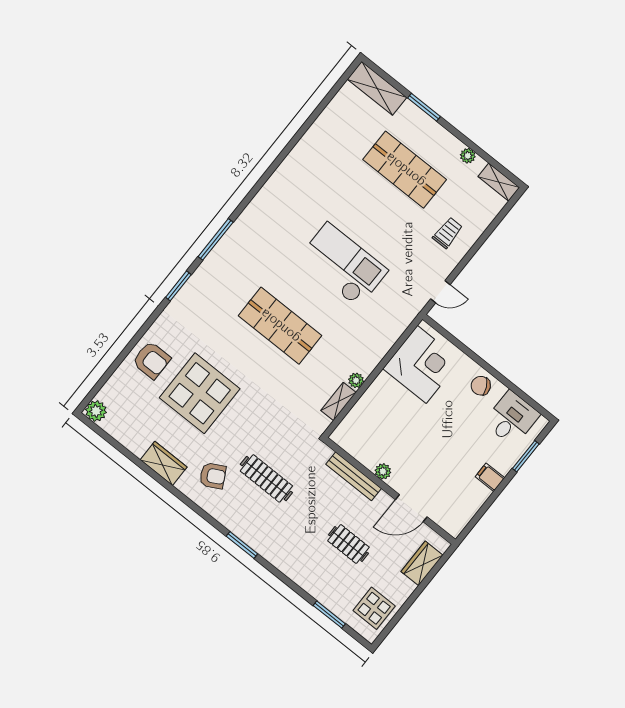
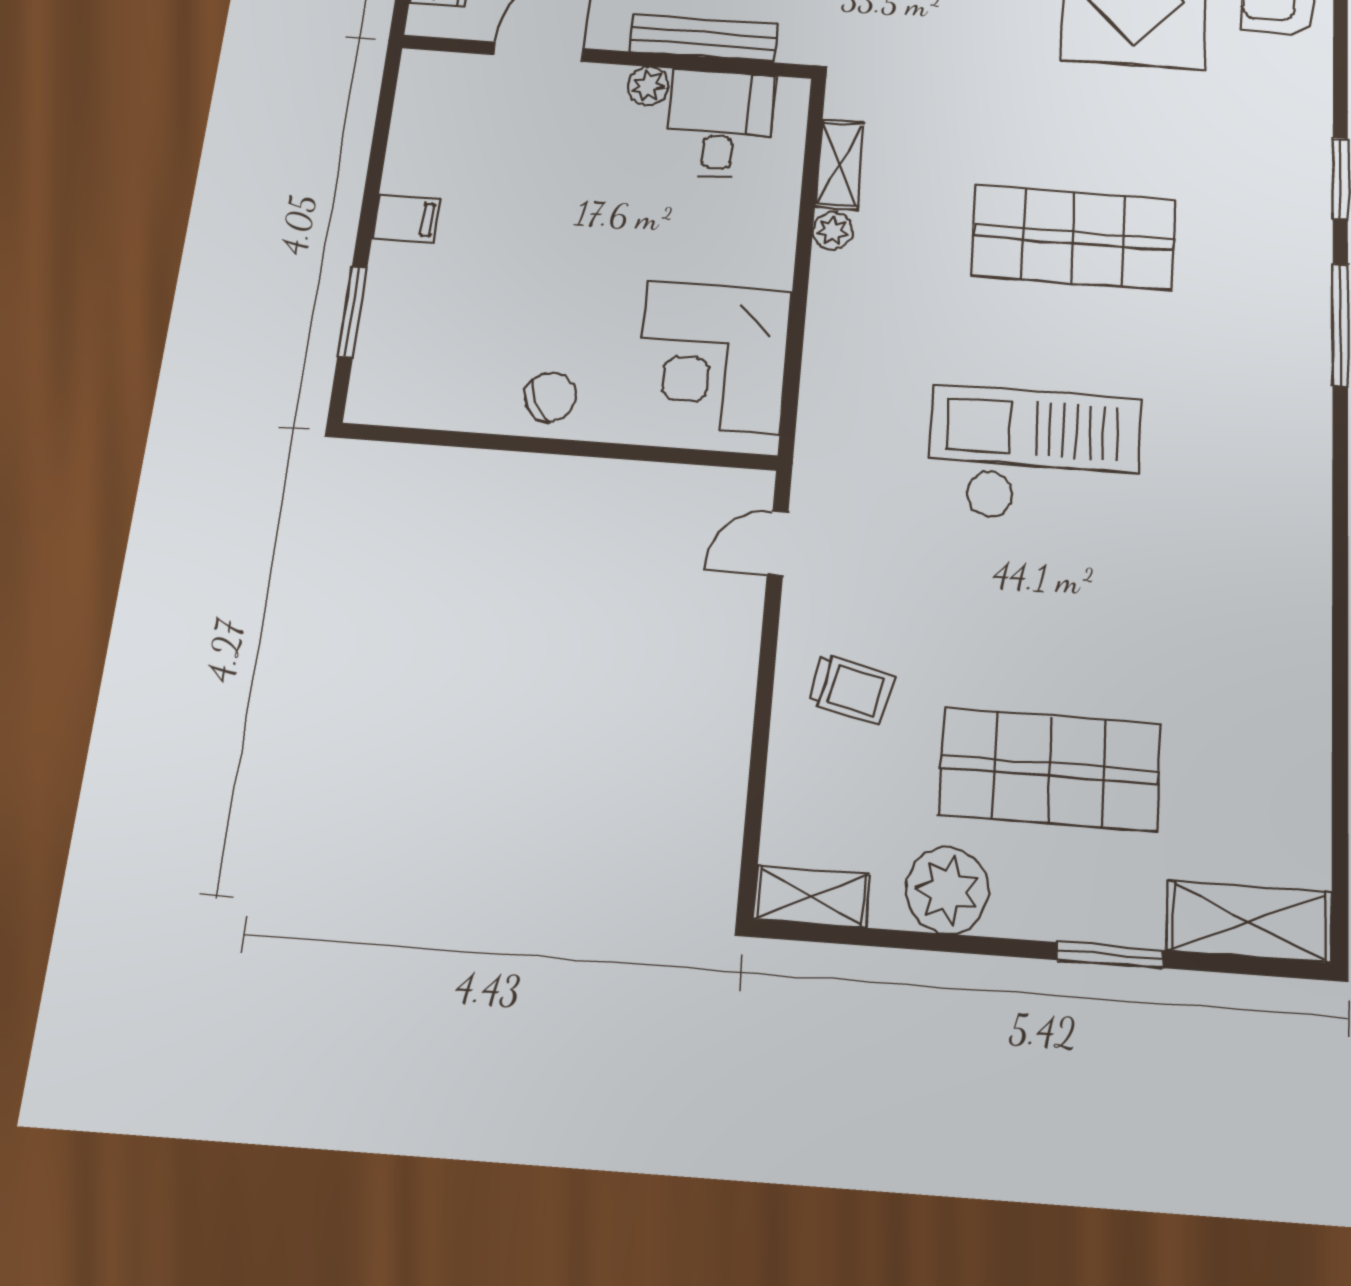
plant: (468, 156) -> (947, 890), width x1.87, depth x1.87
trolley: (448, 233) -> (851, 690), turned -77
checkout: (343, 265) -> (1034, 455), turned 180
desk: (512, 418) -> (720, 124), moved, turned 180

